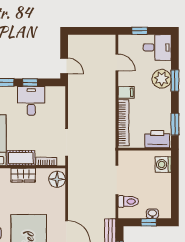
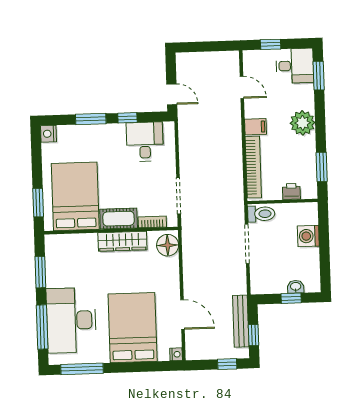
plant: (162, 79) -> (303, 123), moved
window: (175, 81) -> (319, 76), moved
desk: (31, 101) -> (145, 142), moved
printer: (157, 139) -> (291, 192), width x0.53, depth x0.68
washing machine: (163, 165) -> (308, 236), moved
wardrobe: (23, 175) -> (122, 241), width x1.50
toilet: (128, 201) -> (261, 214), moved

